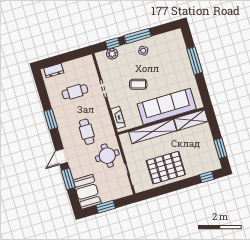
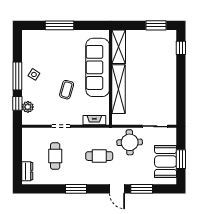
pallet: (166, 168) -> (159, 86), removed
booth: (87, 192) -> (166, 161), moved, turned 90

